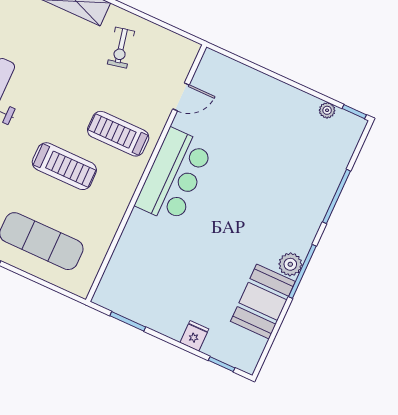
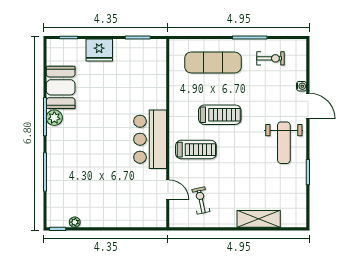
exercise bike: (121, 48) -> (201, 200), moved
door: (181, 97) -> (168, 190), swing flipped
treadmill: (64, 166) -> (220, 115), turned 180
fridge: (194, 336) -> (99, 50), width x1.88, depth x1.34

